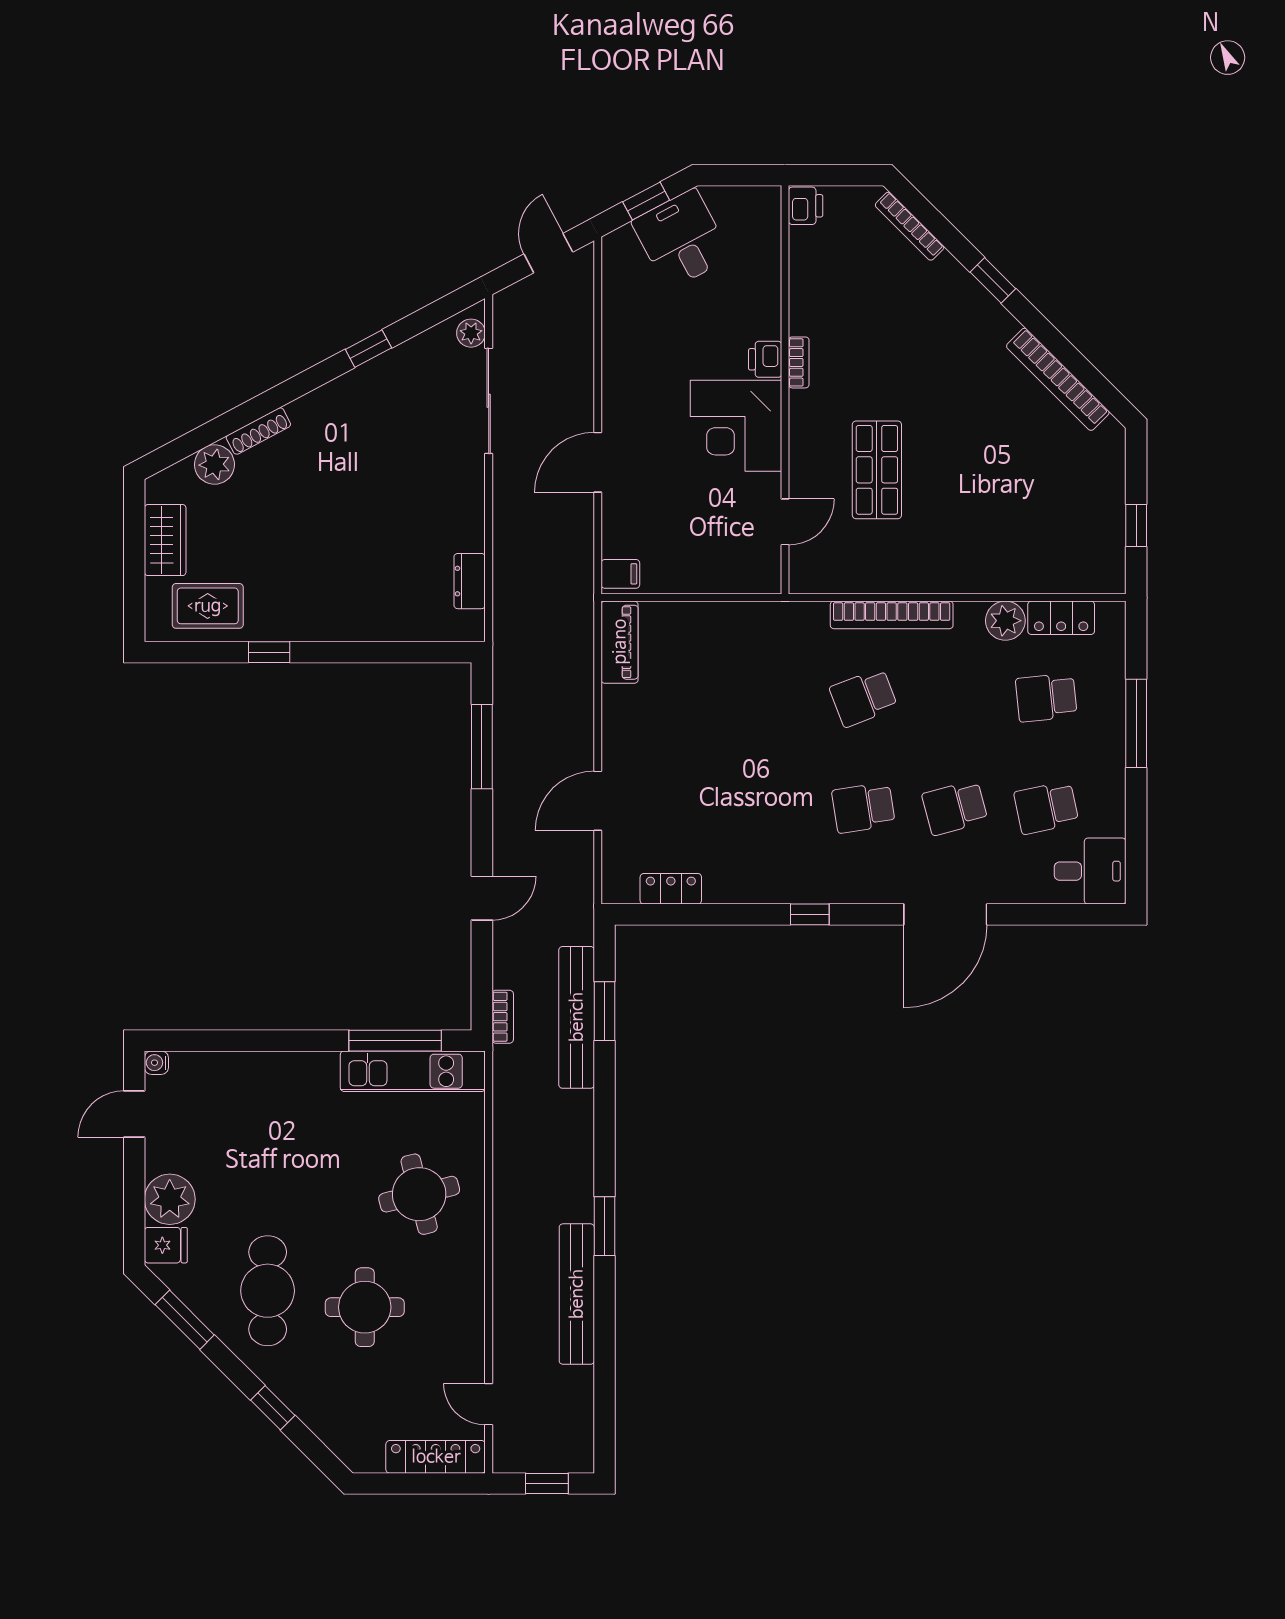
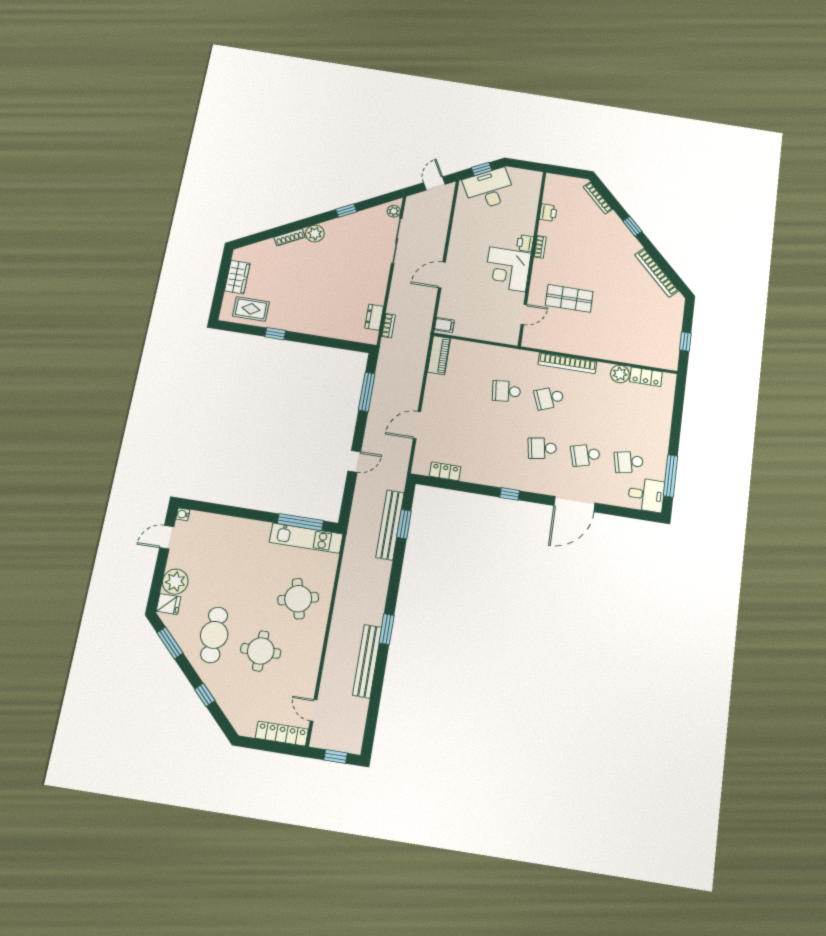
printer: (806, 206) -> (548, 213), moved
desk: (681, 239) -> (489, 189), width x1.37
plant: (214, 464) -> (315, 233), moved
shop shelf: (877, 470) -> (569, 298), turned 90
school desk: (1046, 698) -> (506, 391), moved
window: (1136, 723) -> (671, 476), moved
bookcase: (503, 1017) -> (388, 326), moved

